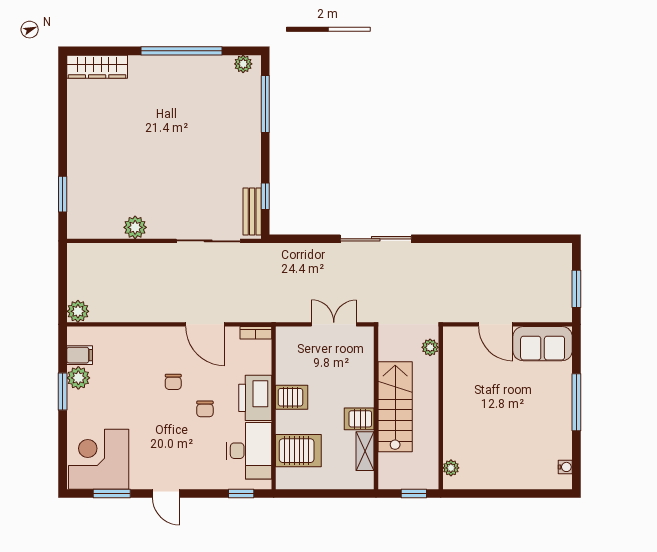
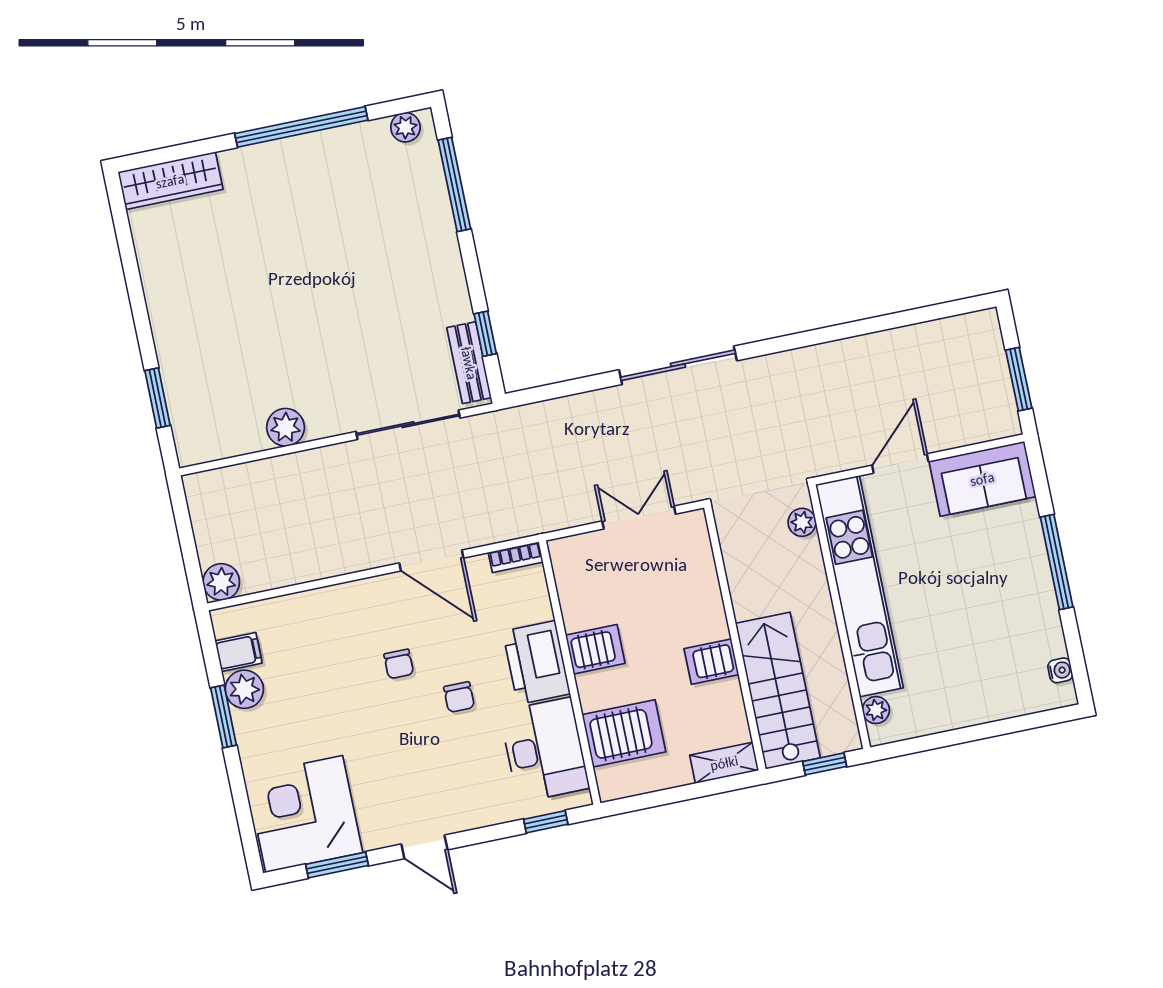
door: (496, 324) -> (900, 463), swing flipped
kitchen unit: (456, 392) -> (859, 586), added
stairs: (395, 407) -> (778, 691), moved
shelving: (365, 451) -> (724, 763), moved, turned 90

